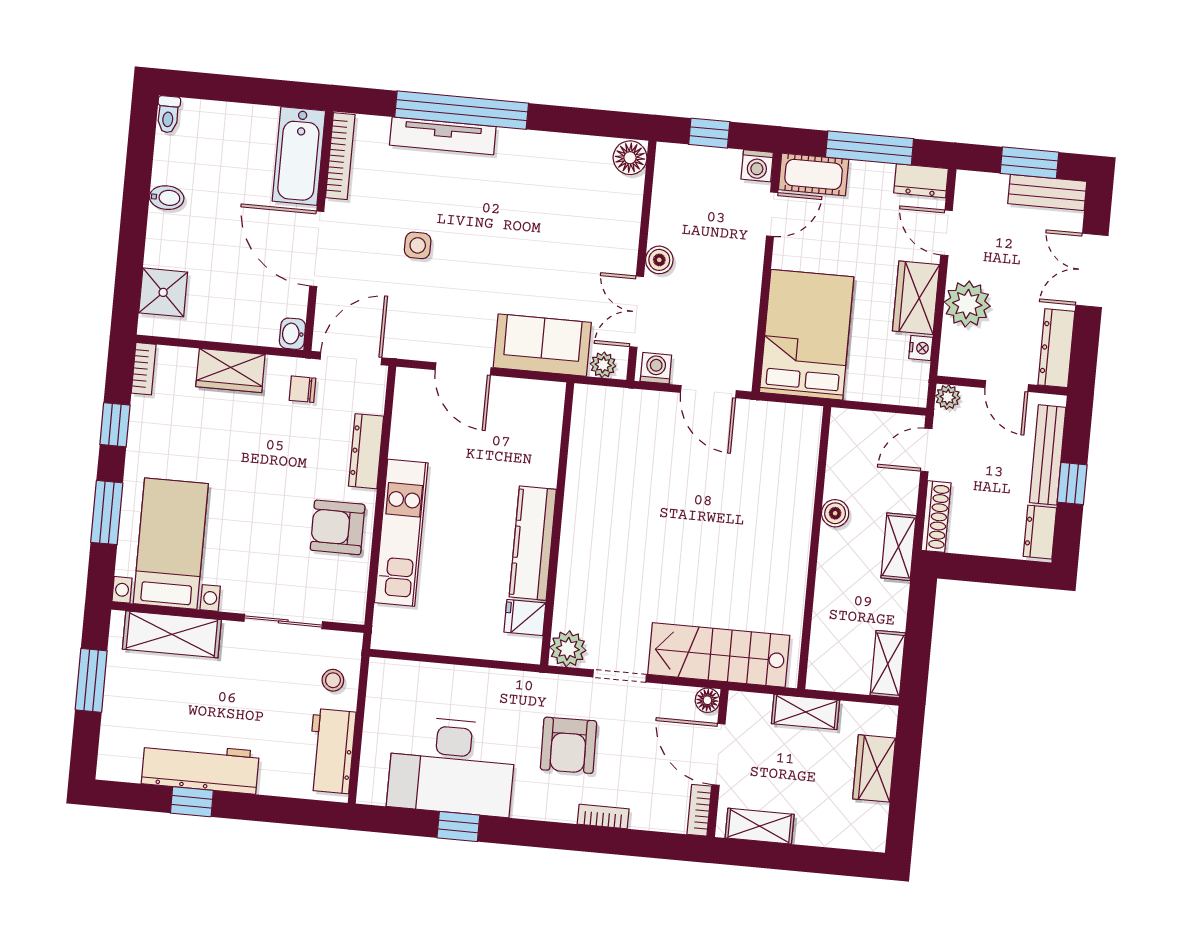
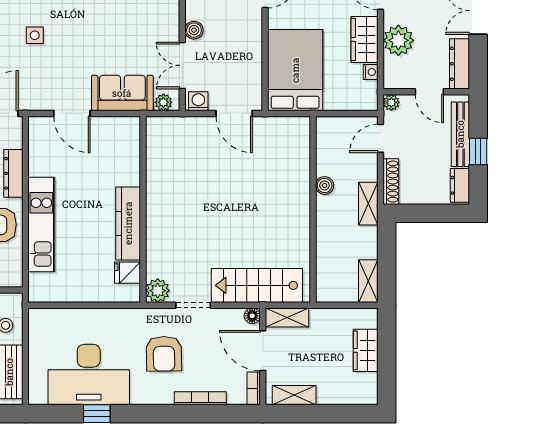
shelving: (806, 712) -> (287, 318), moved
bookcase: (603, 817) -> (200, 398), width x1.56

